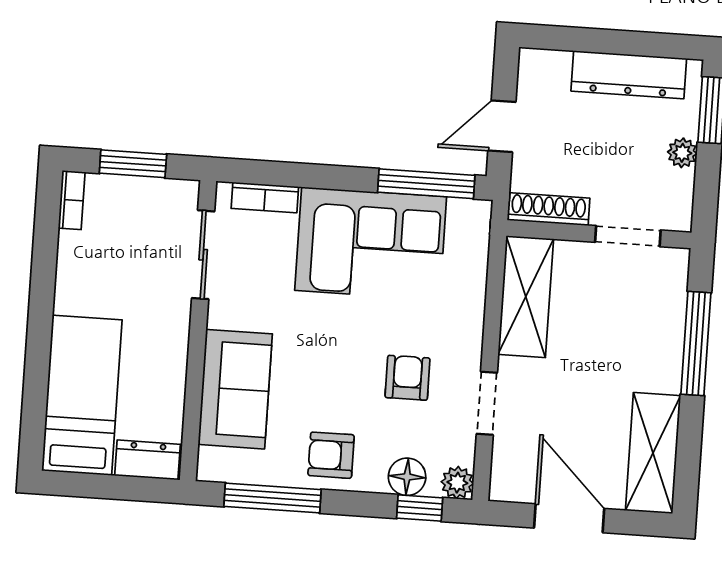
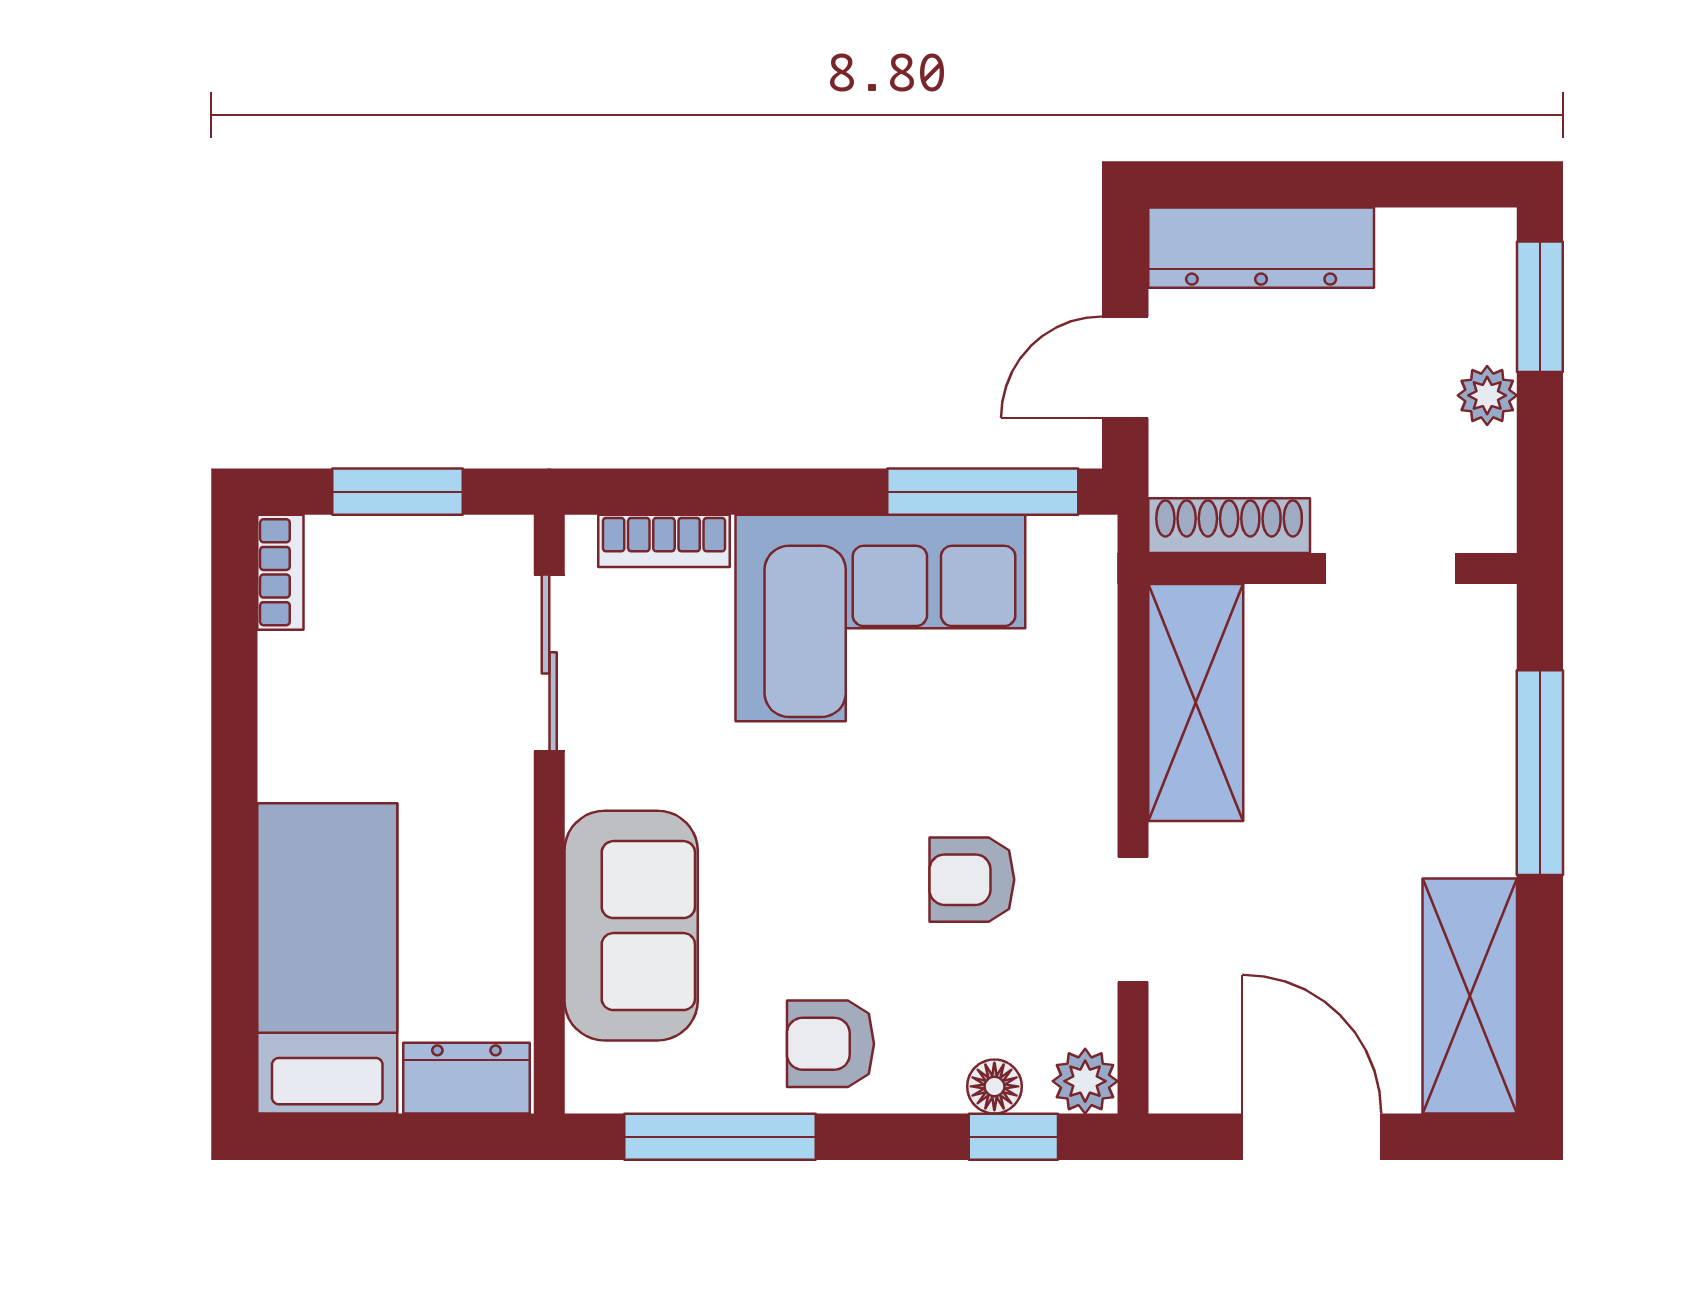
dresser: (629, 75) -> (1261, 248), moved
armchair: (407, 378) -> (972, 880), turned -90
floor lamp: (407, 477) -> (994, 1086), width x0.73, depth x0.73

